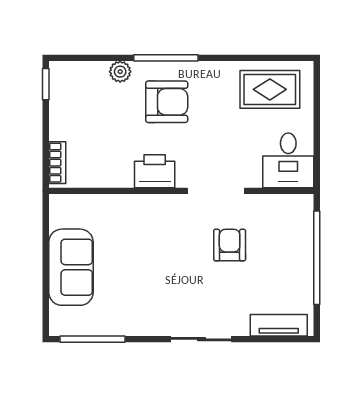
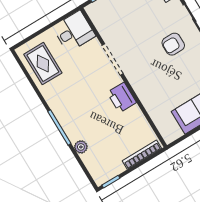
armchair: (167, 102) -> (82, 113), removed
bookcase: (57, 163) -> (142, 155), width x1.56
armchair: (230, 245) -> (173, 44), moved

